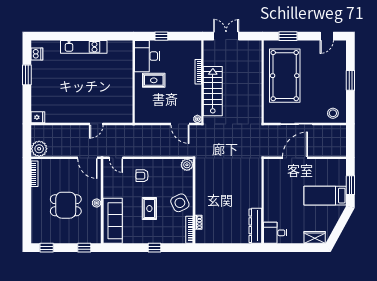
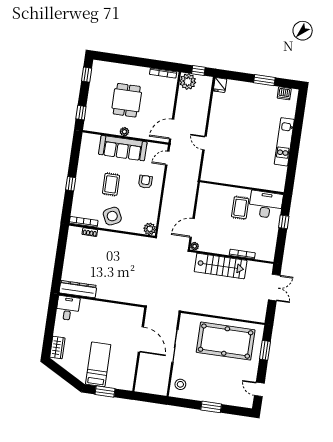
window: (27, 140) -> (198, 70), added
rug: (149, 209) -> (111, 184), turned 90
sofa: (113, 221) -> (123, 148), moved

